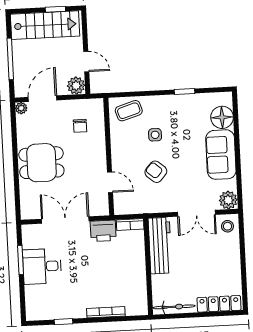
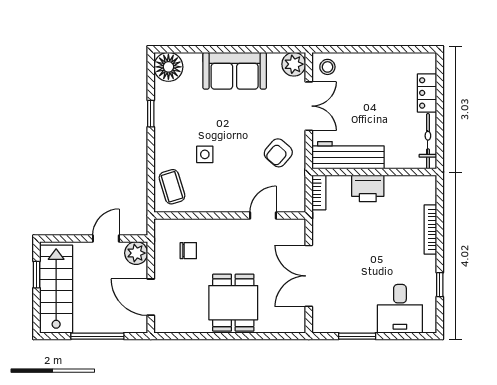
plant: (21, 108) -> (162, 325), removed
floor lamp: (222, 117) -> (168, 67), moved
armchair: (156, 172) -> (278, 153), moved
printer: (103, 231) -> (368, 188), moved, turned 90
desk: (42, 266) -> (400, 309), moved
locker: (219, 304) -> (427, 93), width x0.66

